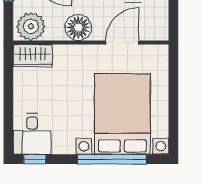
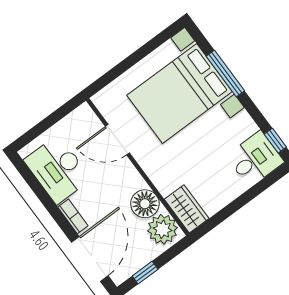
floor lamp: (78, 28) -> (145, 204), moved
window: (112, 159) -> (225, 73), width x0.68

